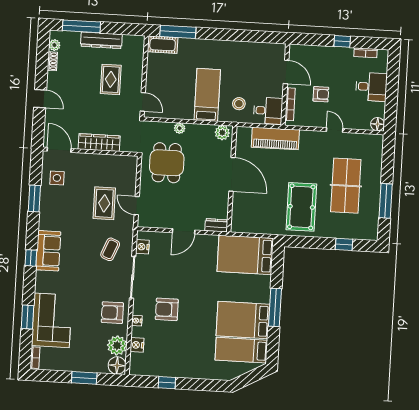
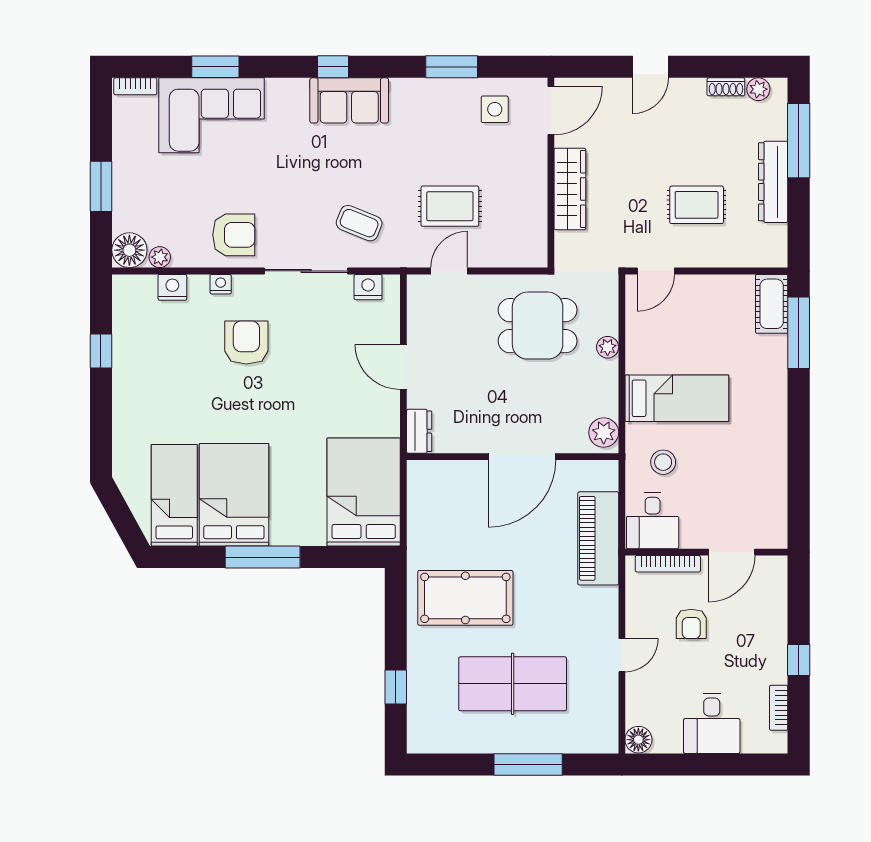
window: (386, 201) -> (528, 764), moved
armchair: (112, 313) -> (234, 235), turned 90
plant: (117, 346) -> (160, 257), width x0.53, depth x0.53

